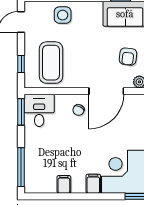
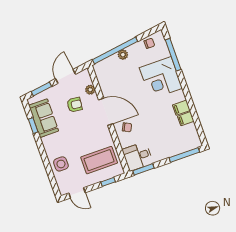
filing cabinet: (93, 184) -> (181, 108), moved

